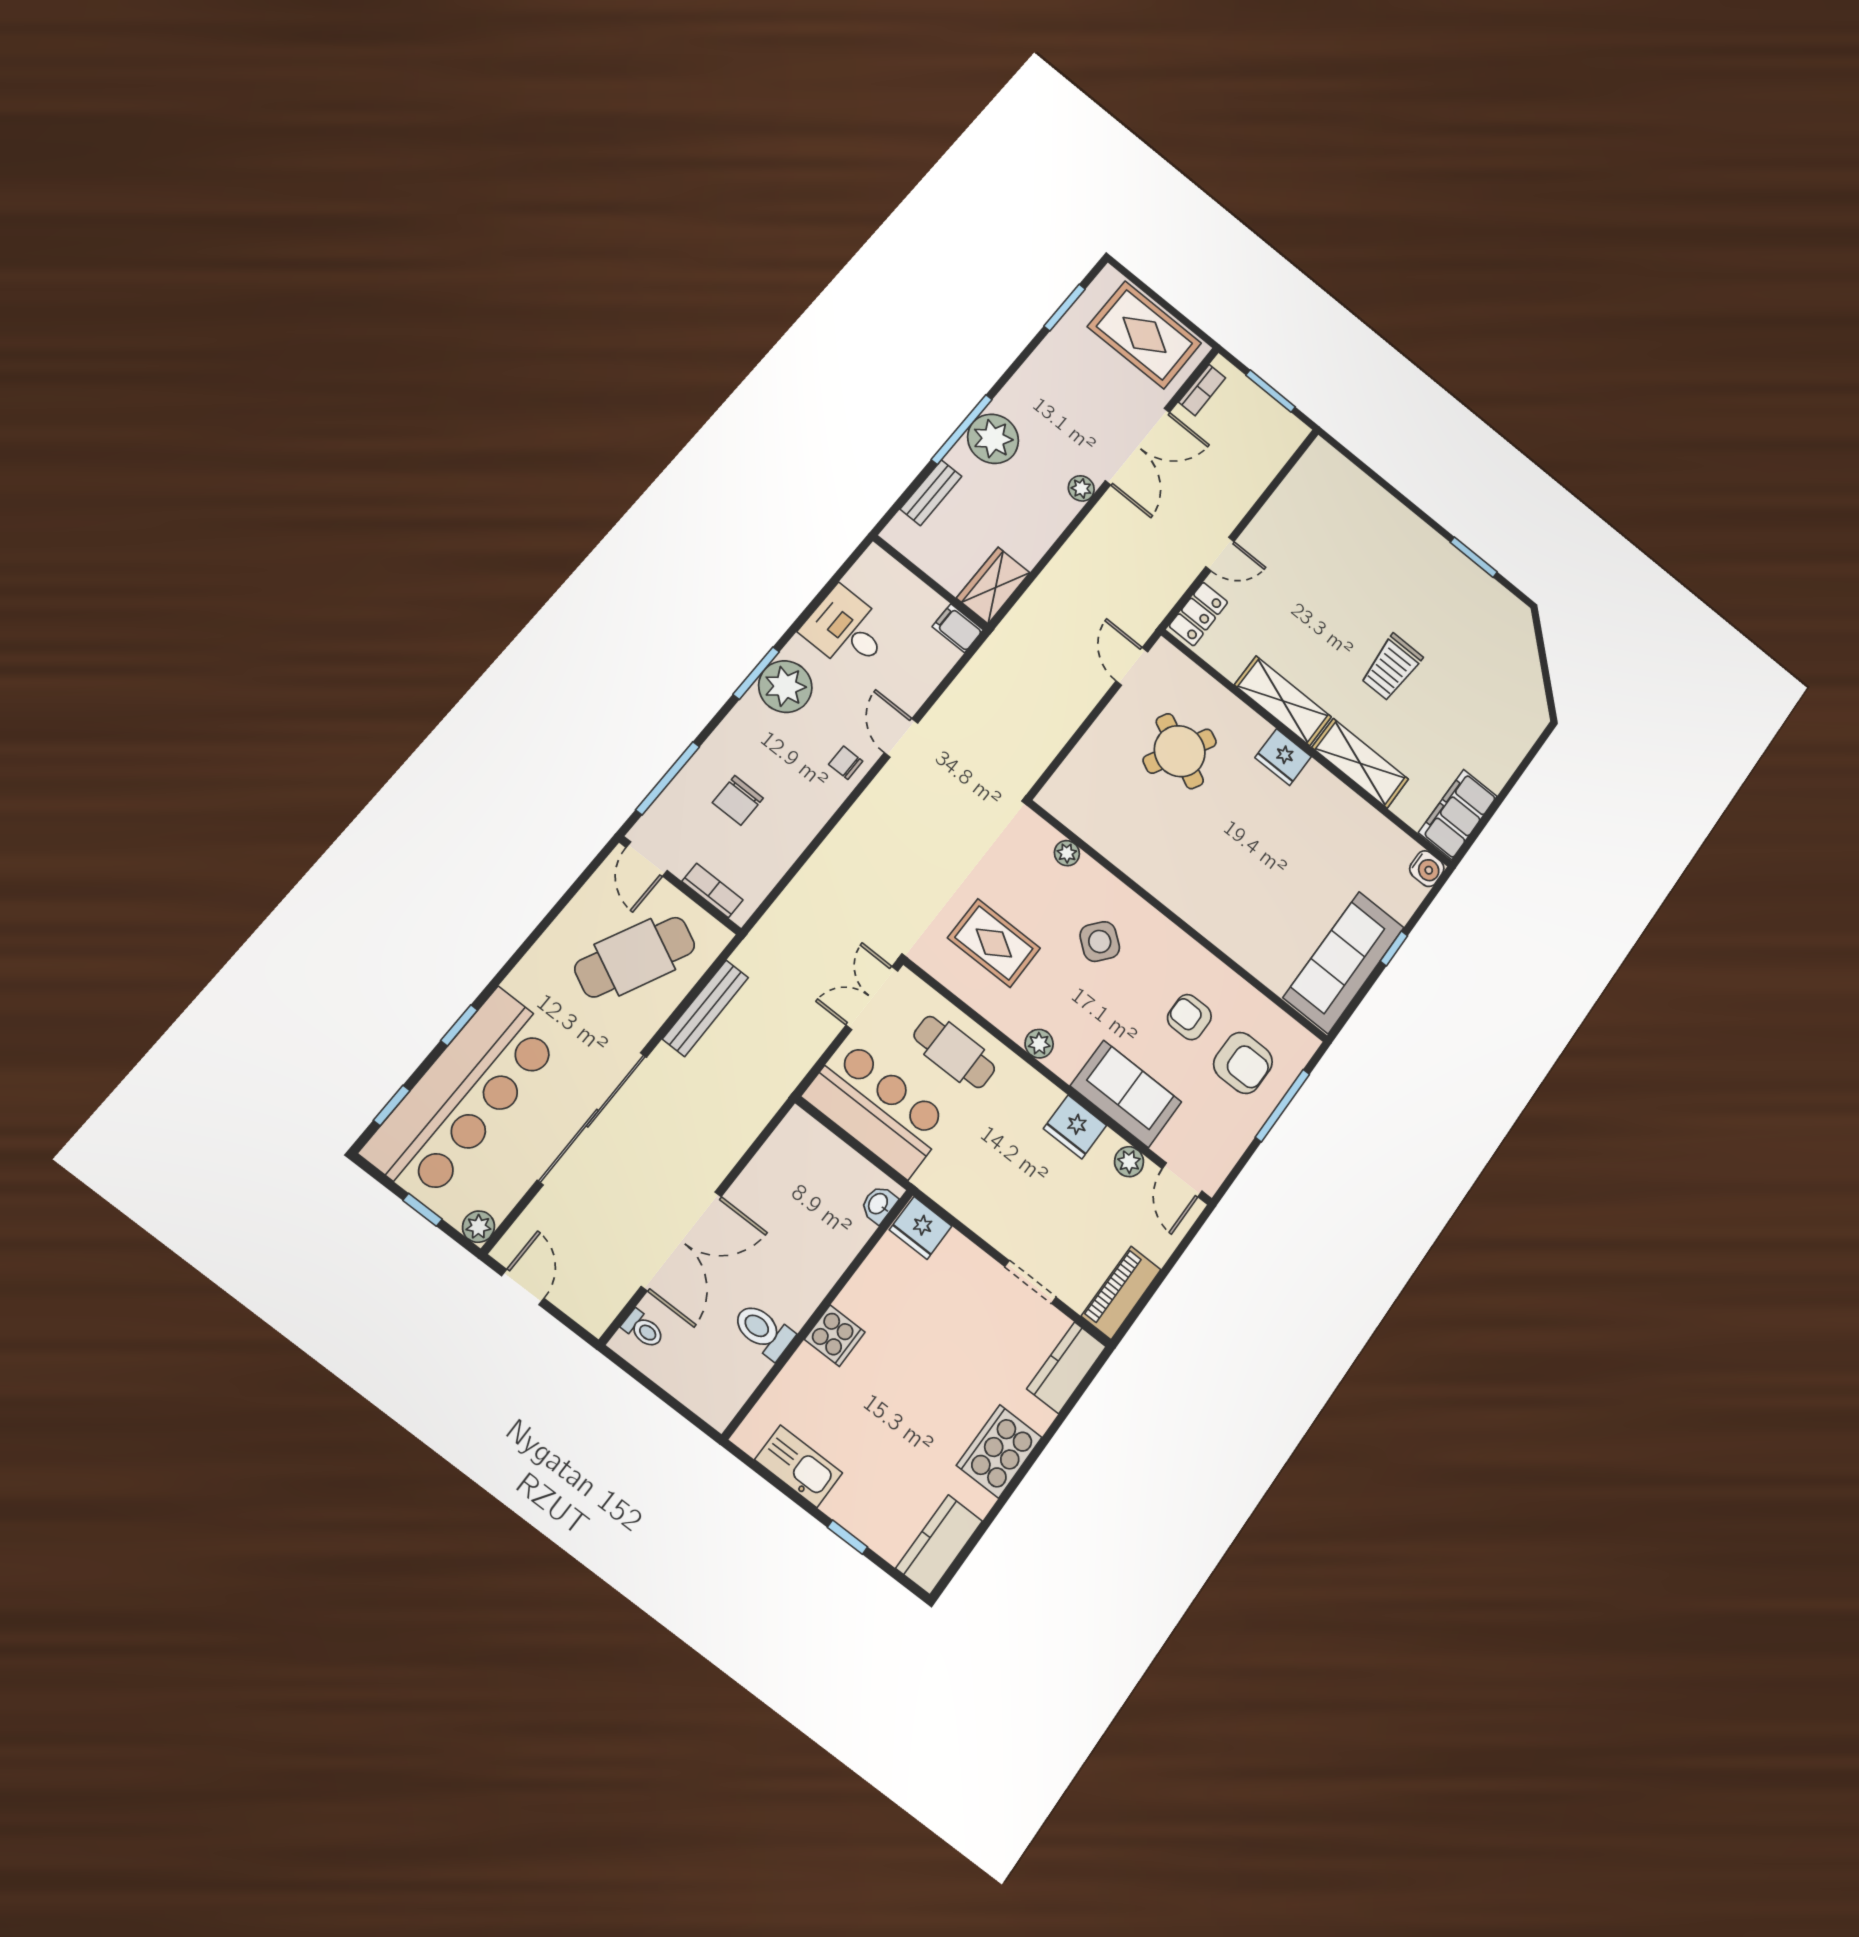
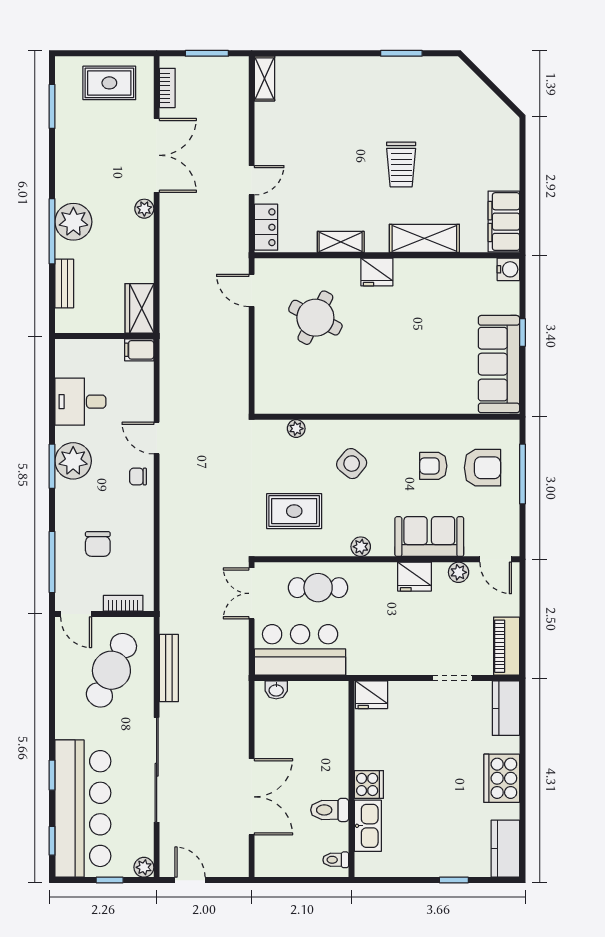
rug: (1144, 335) -> (109, 83), width x0.73, depth x0.70
shelving: (1312, 465) -> (265, 79), added
shelving: (1283, 701) -> (341, 242), width x0.67, depth x0.75
washbasin: (879, 1204) -> (276, 690), moved, turned -90
toilet: (643, 1329) -> (336, 860), moved, turned 180
kitchen sink: (799, 1466) -> (368, 826), moved, turned 90

